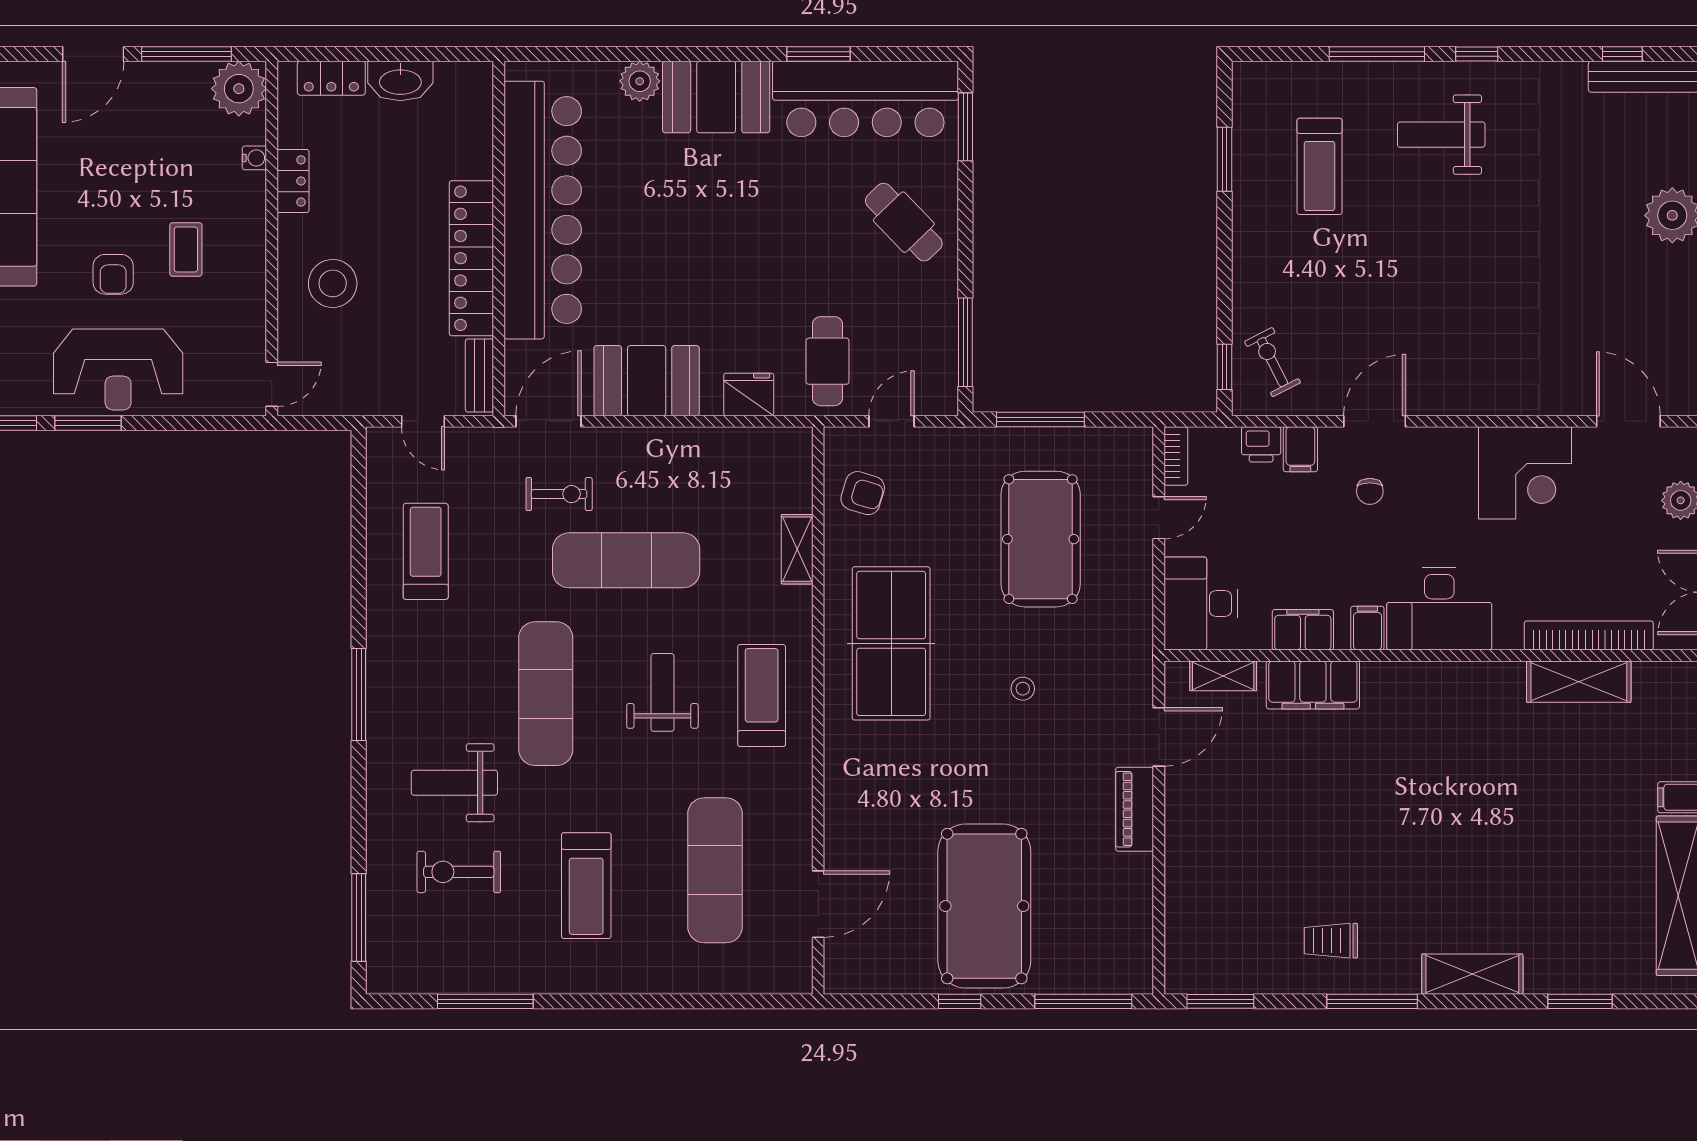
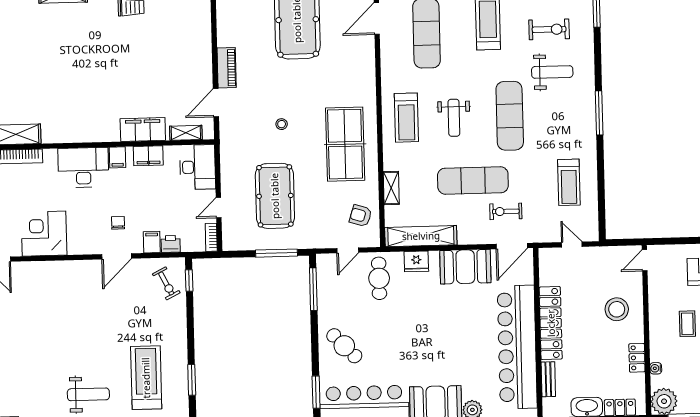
treadmill: (1320, 166) -> (146, 378), width x1.37, depth x1.38
bench: (479, 376) -> (548, 379), moved
shelving: (738, 447) -> (421, 236), added

